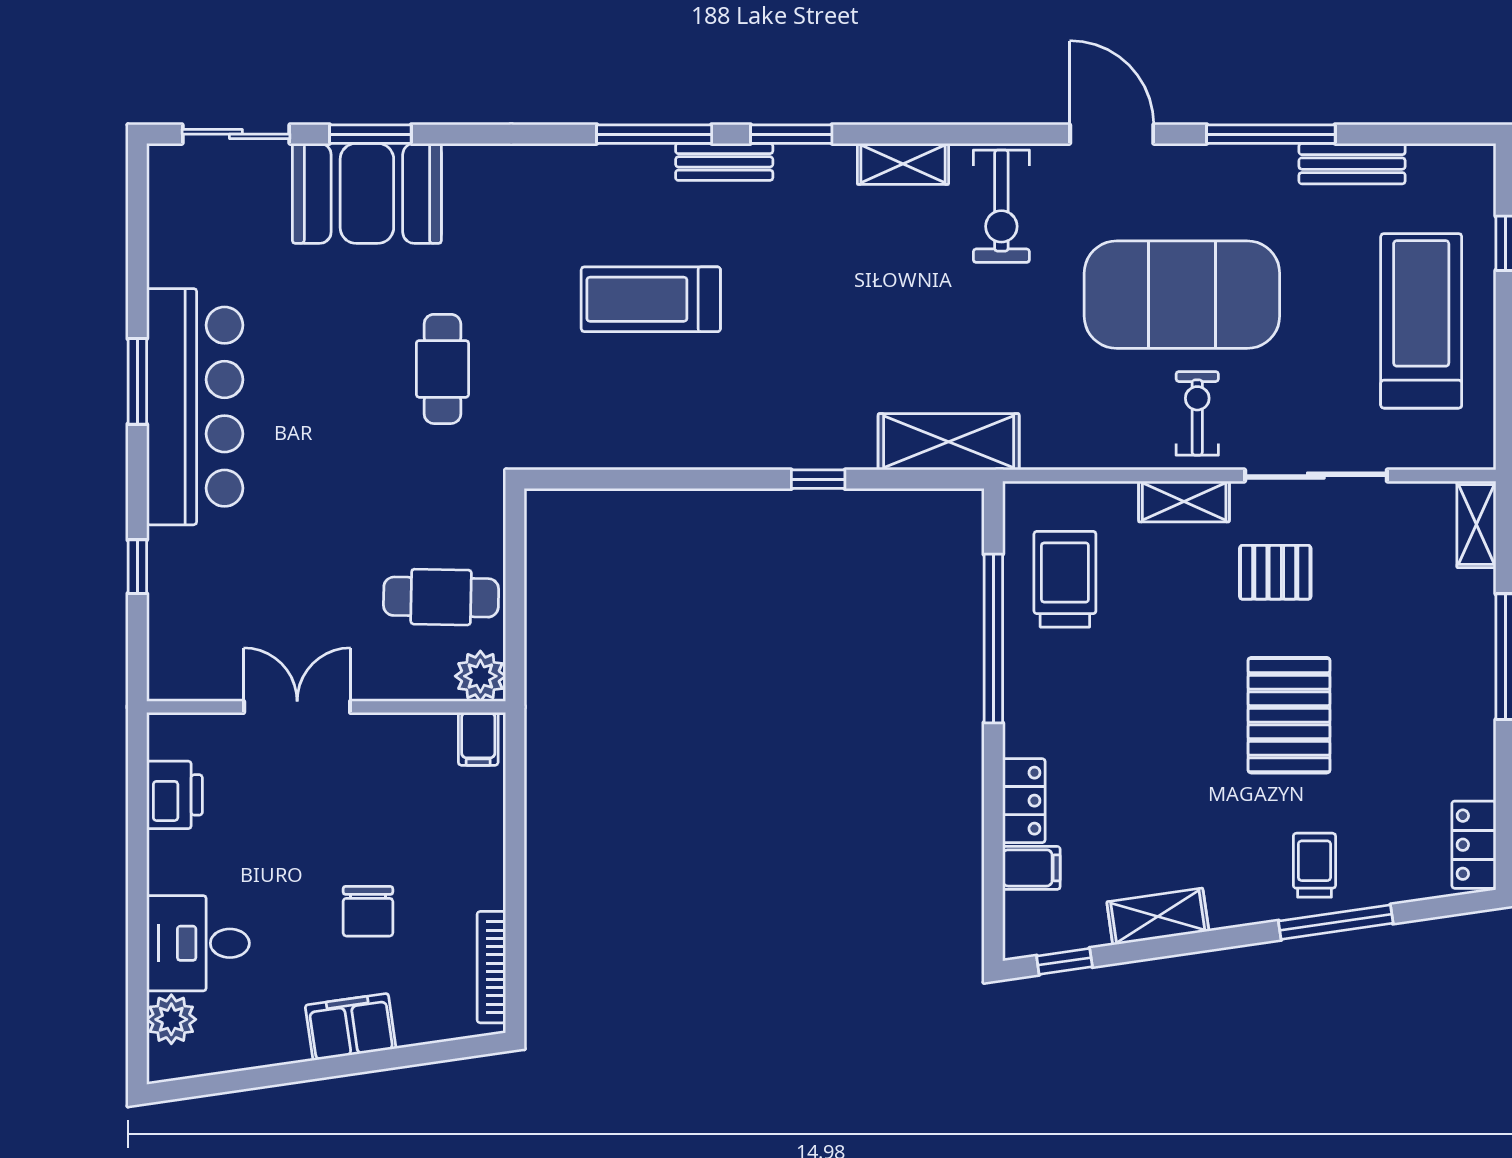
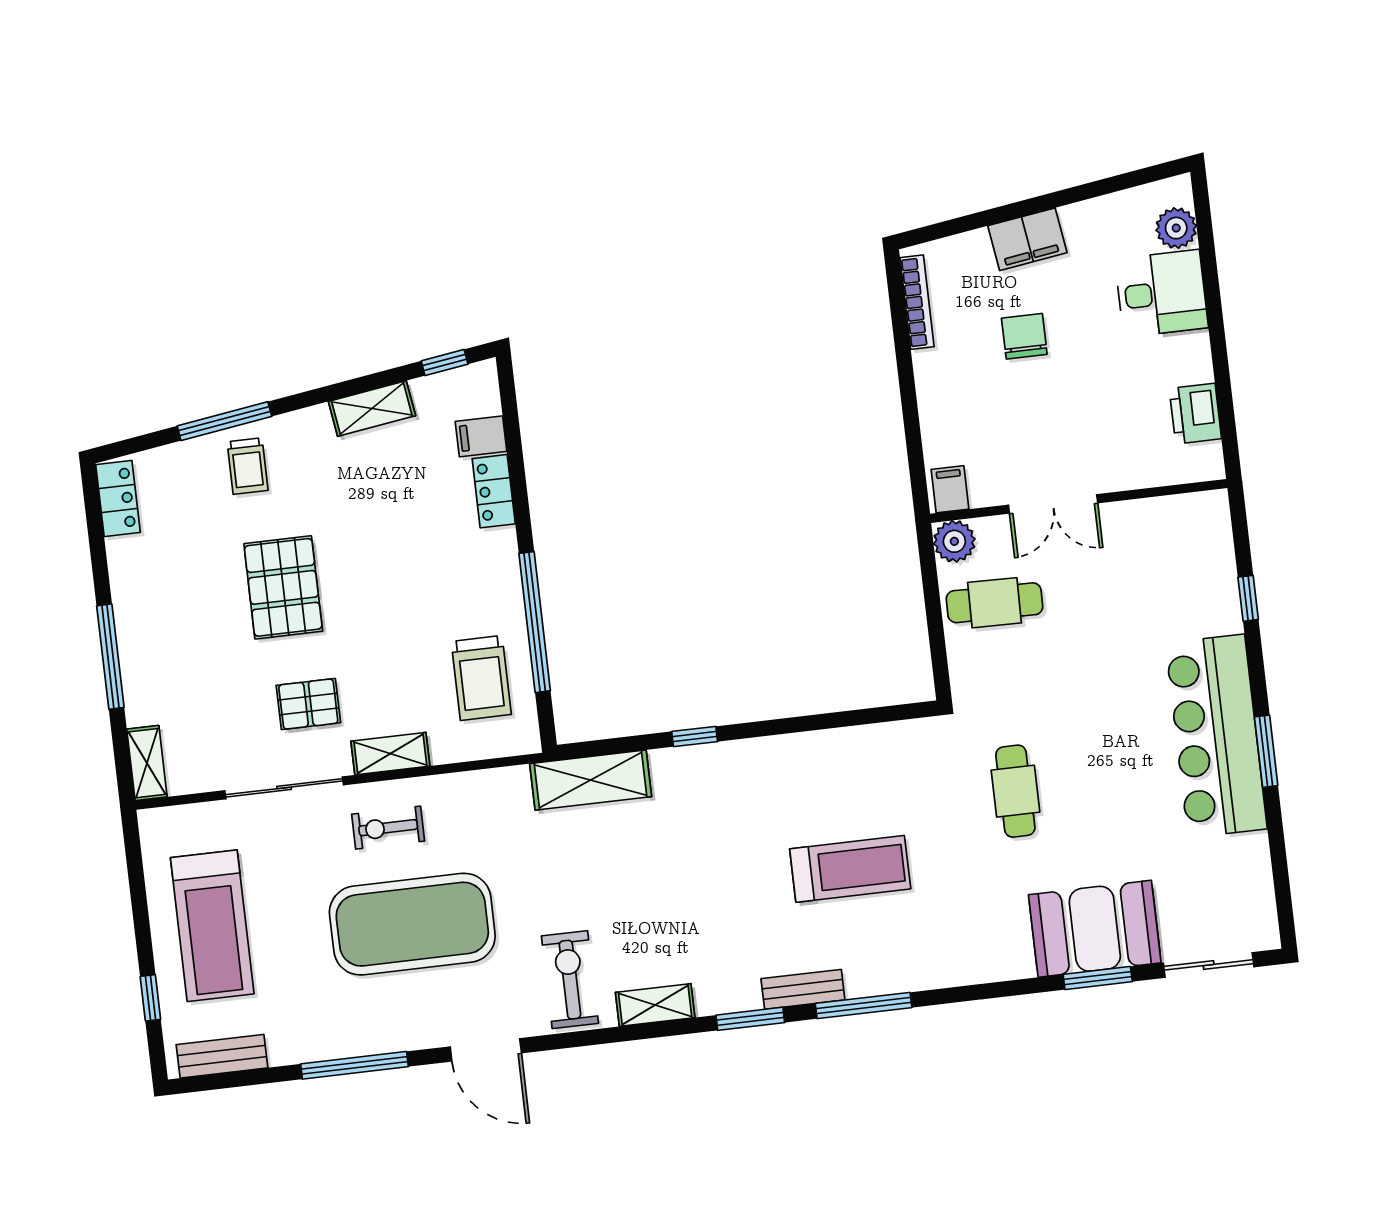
bench: (1352, 164) -> (222, 1056), moved
exercise bike: (1197, 413) -> (388, 828), turned 90
double door: (297, 707) -> (1053, 504), moved

